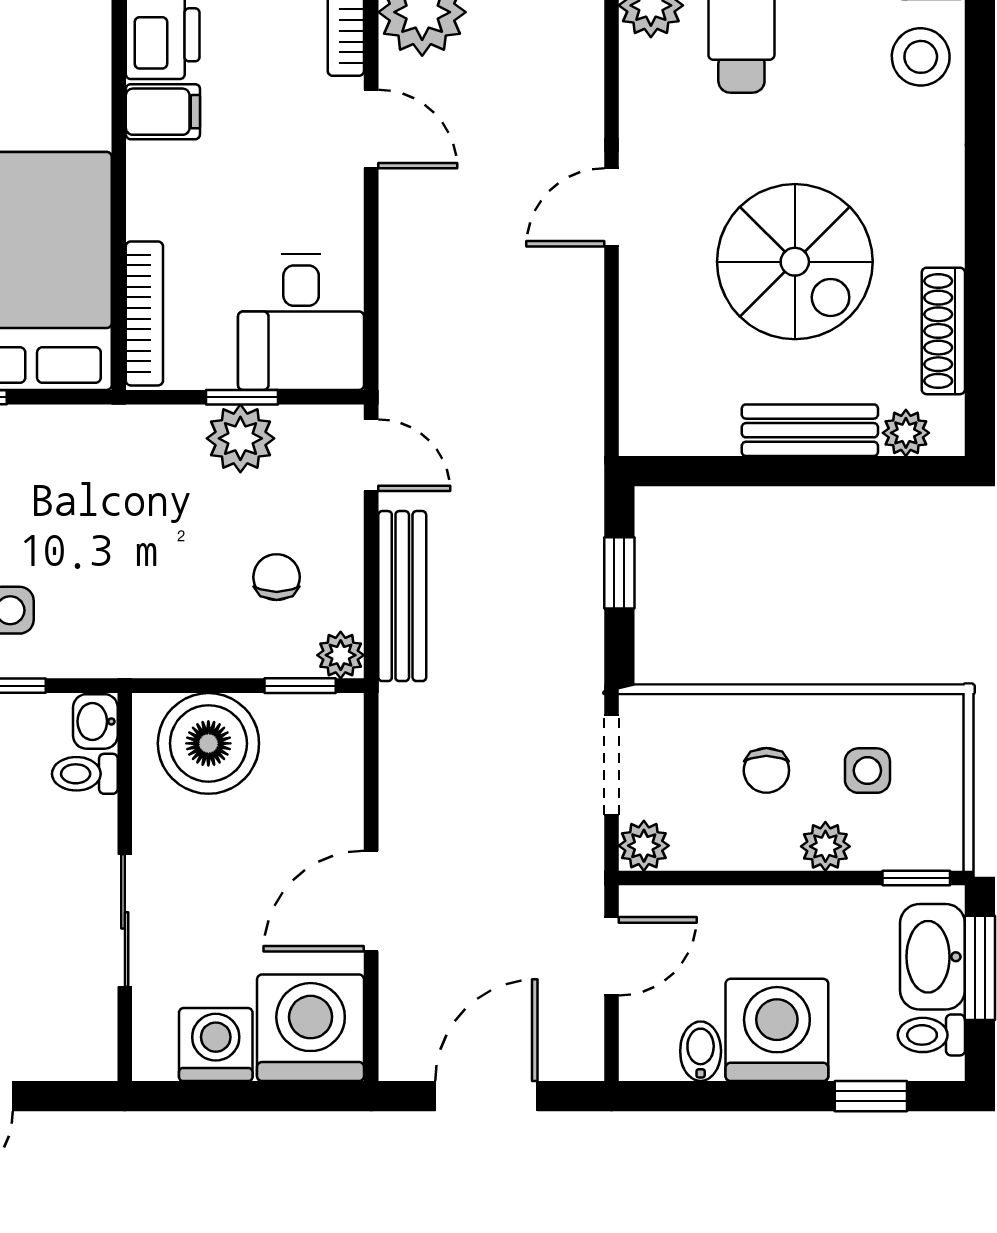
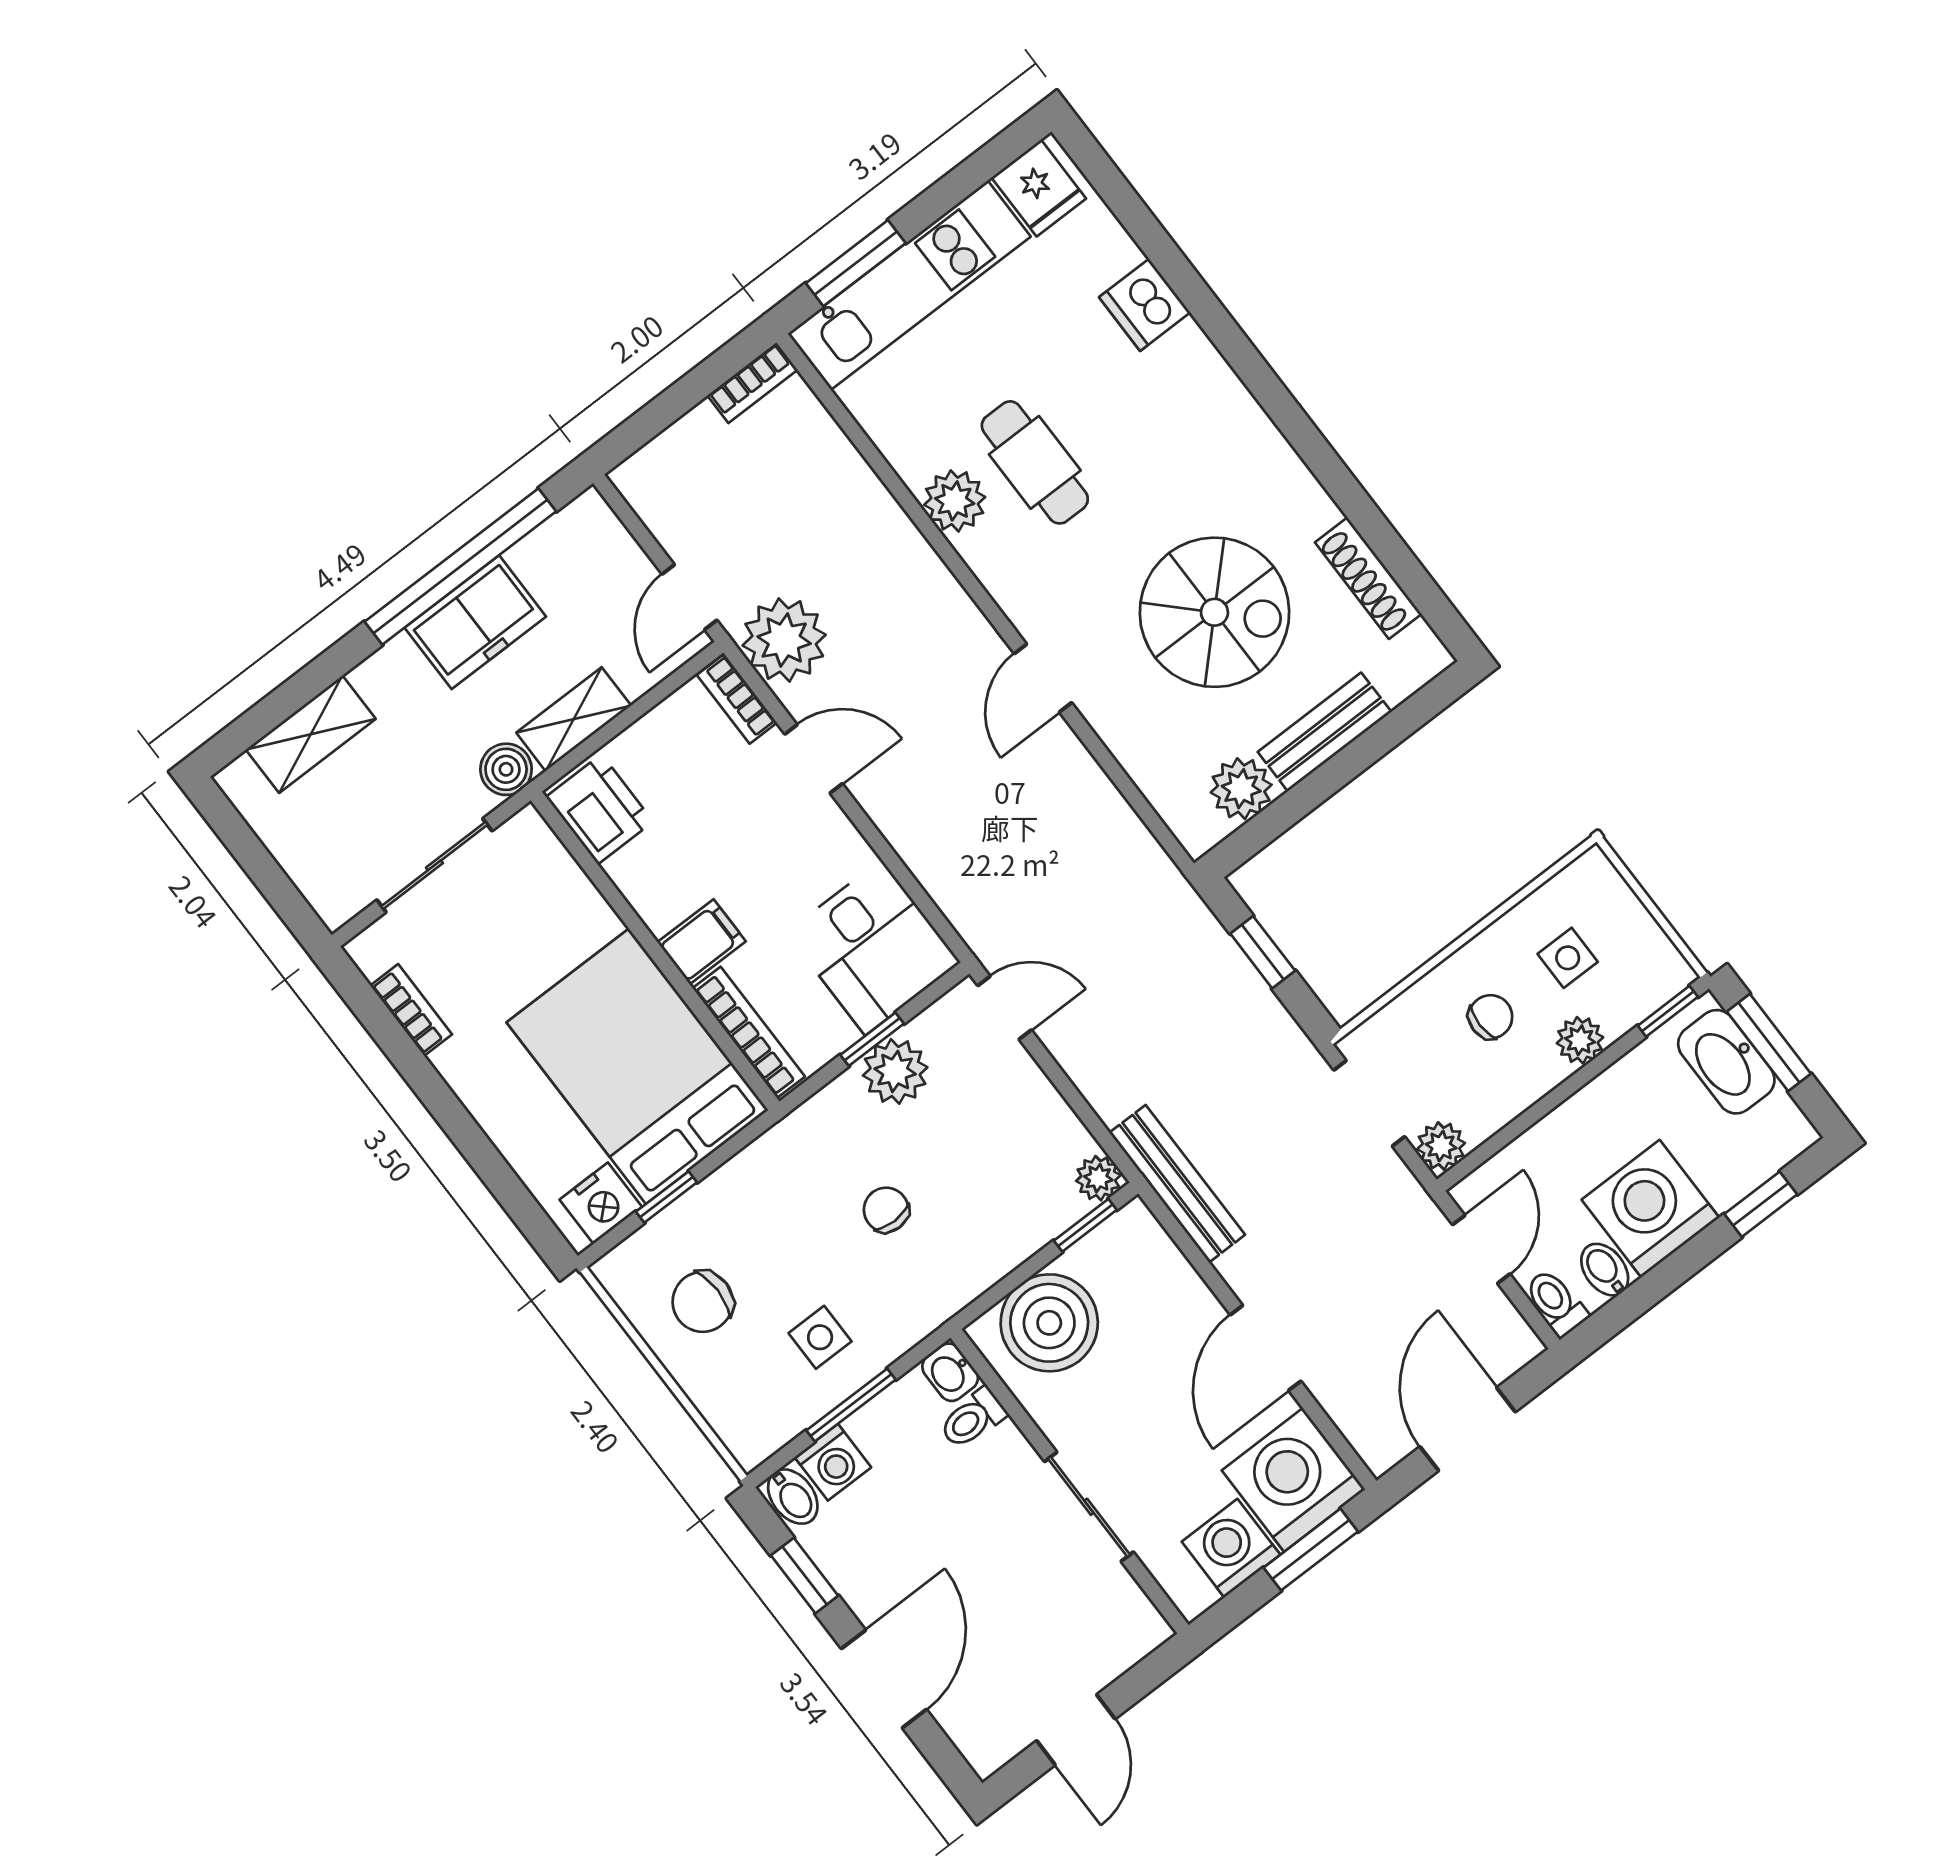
stool: (921, 57) -> (1191, 382), removed
filing cabinet: (163, 112) -> (702, 942), moved
plant: (906, 433) -> (1241, 789), moved, width x1.38, depth x1.38
chair: (277, 577) -> (886, 1210), moved
bench: (402, 596) -> (1177, 1184), moved
chair: (766, 770) -> (1491, 1017), turned -90
toilet: (931, 1035) -> (1556, 1303), moved, turned 90
window: (281, 1096) -> (1311, 1550), added

